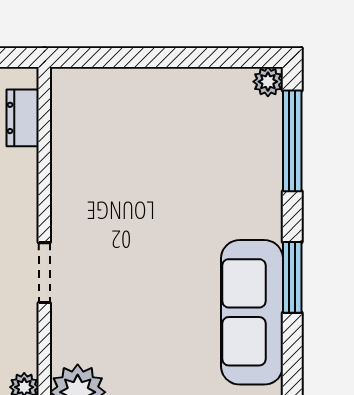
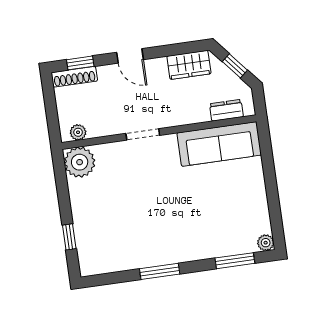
window: (292, 141) -> (235, 261), width x0.69
sofa: (252, 312) -> (219, 144), moved, turned 180

